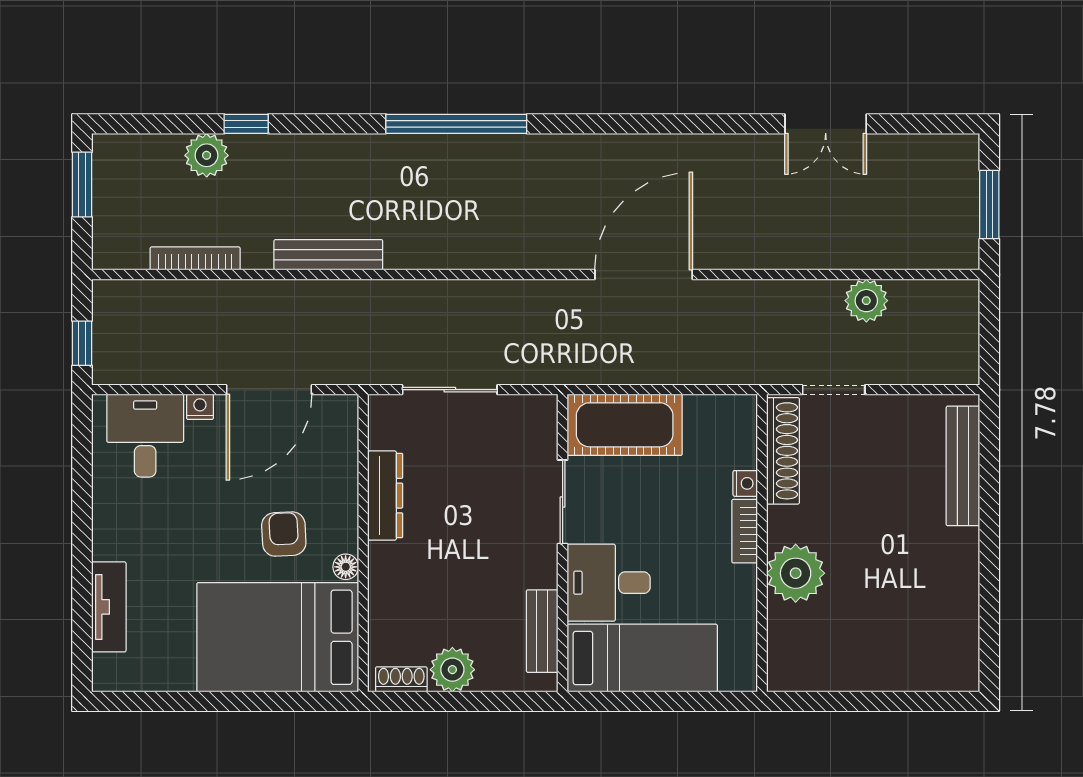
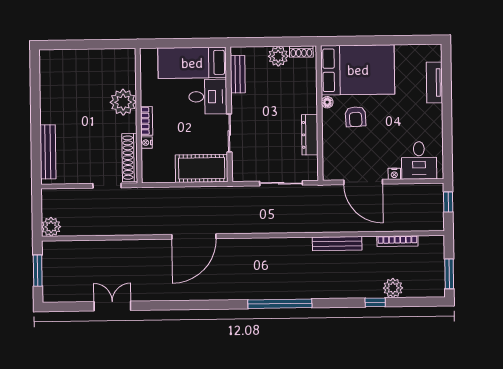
plant: (866, 301) -> (51, 227), moved
door: (269, 390) -> (363, 182), swing flipped

